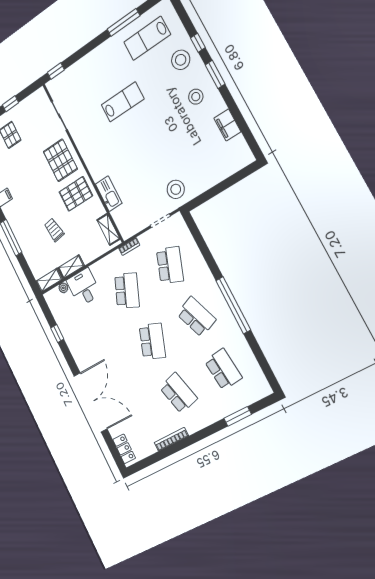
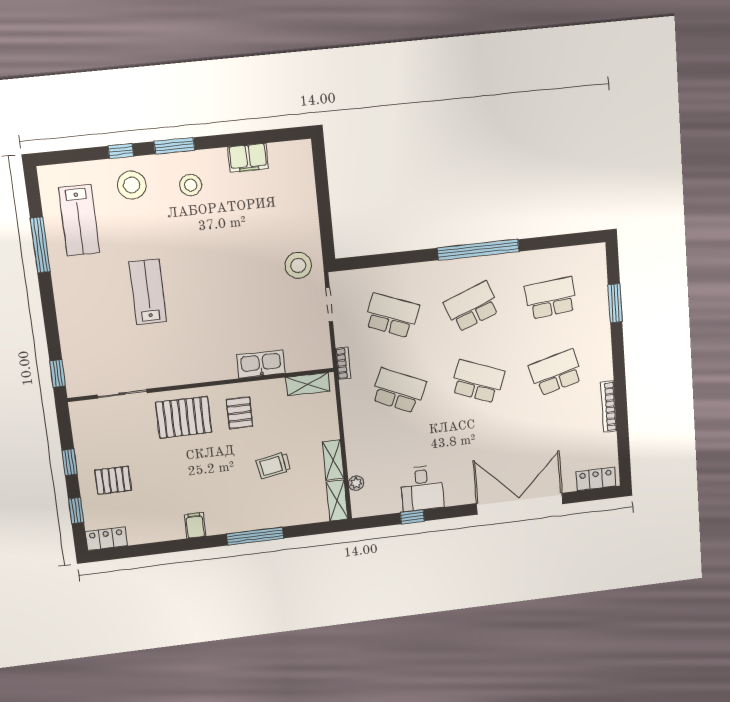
pallet: (76, 194) -> (240, 413), width x0.67, depth x0.71
desk: (84, 287) -> (422, 488), moved, turned -90

